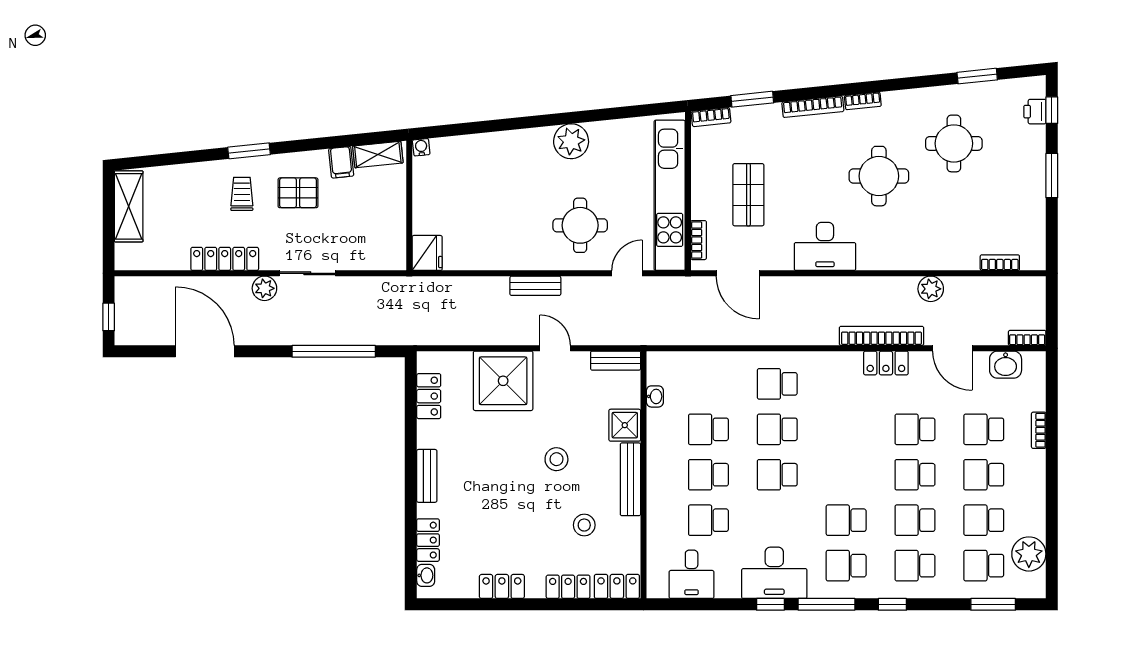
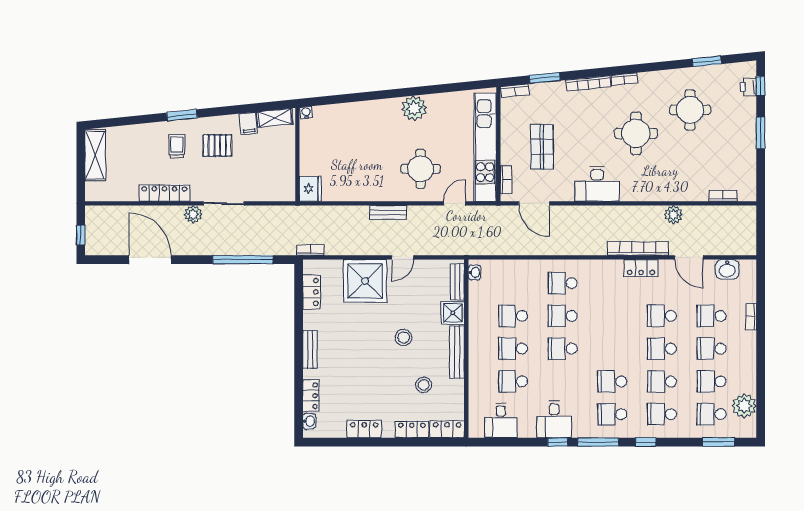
bookcase: (1027, 338) -> (310, 250), moved
door: (555, 348) -> (403, 257), swing flipped
bench: (616, 361) -> (457, 282), moved, turned 90
washbasin: (655, 396) -> (474, 273), moved
desk: (774, 573) -> (554, 419), width x0.73

